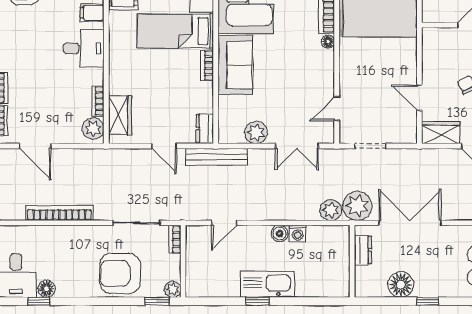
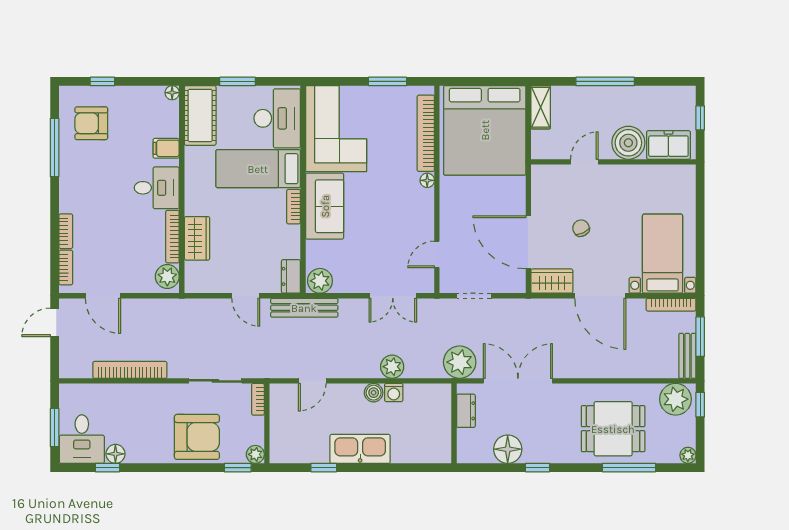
door: (419, 98) -> (528, 242), width x1.87
bookcase: (98, 101) -> (172, 237), width x1.56
wardrobe: (120, 115) -> (197, 238), moved
plant: (256, 132) -> (320, 281), moved
plant: (331, 210) -> (392, 367), moved
armchair: (120, 274) -> (197, 437), turned 180
window: (258, 301) -> (324, 468), moved

